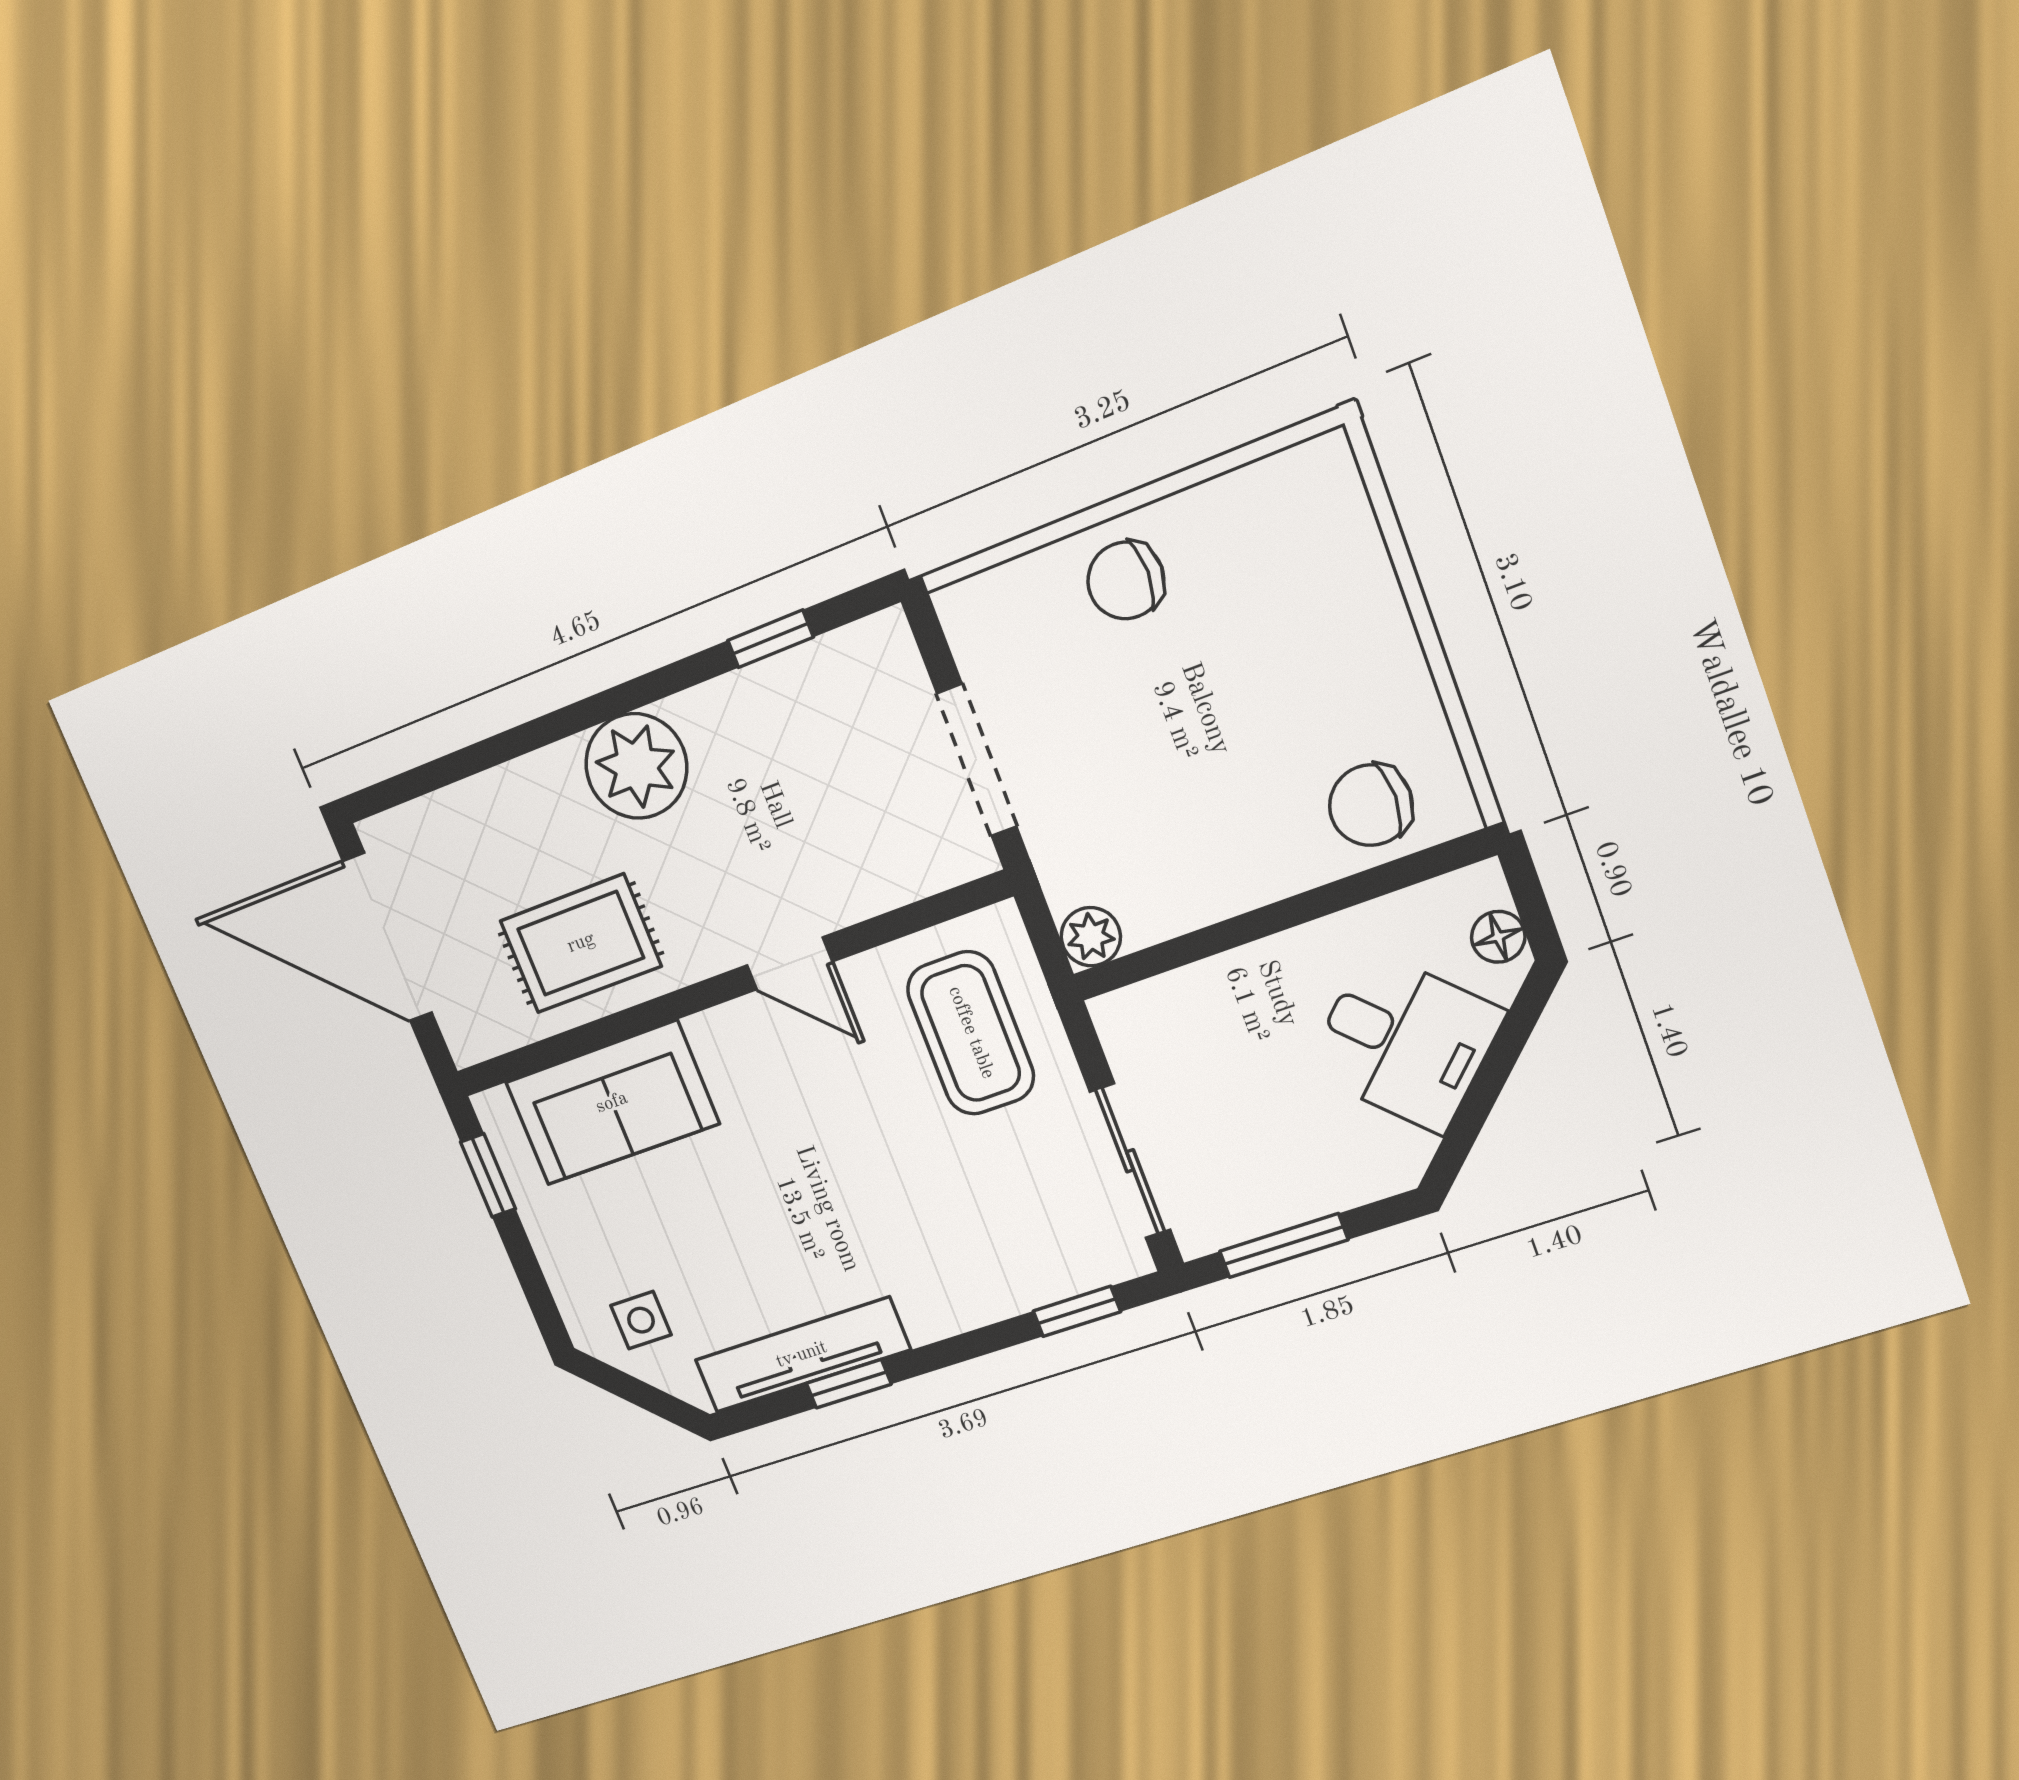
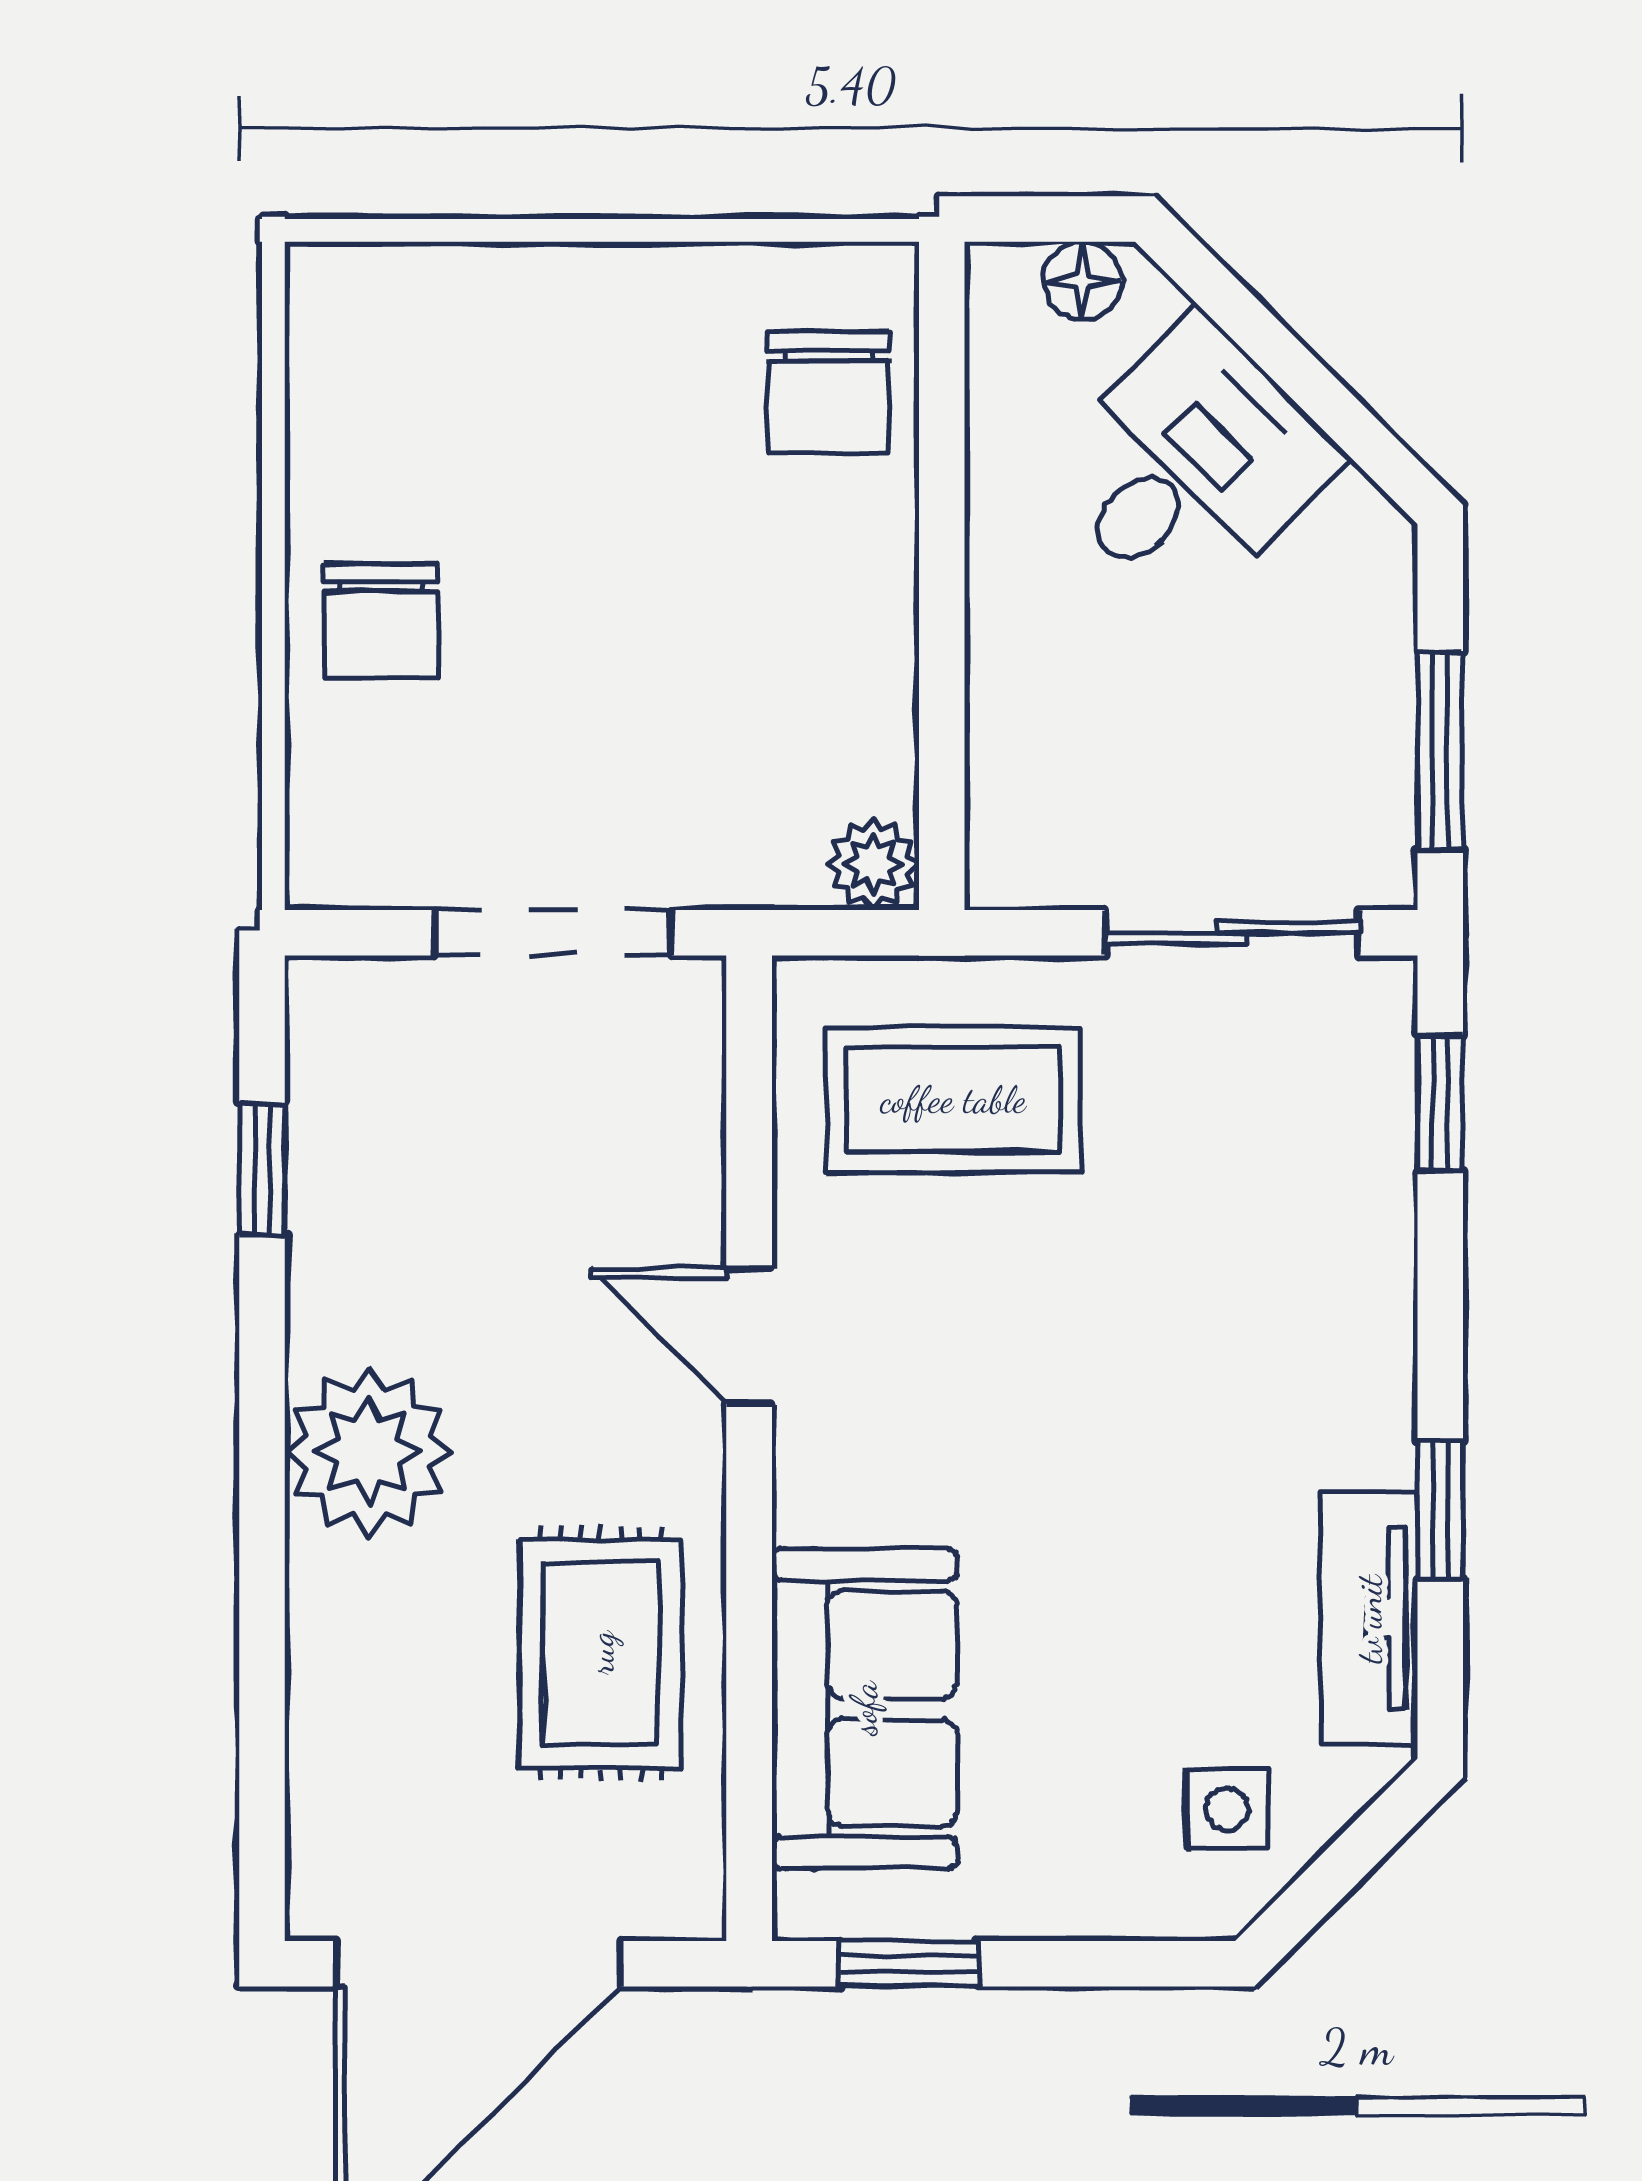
door: (790, 963) -> (749, 1336), swing flipped
tv unit: (802, 1355) -> (1369, 1619), width x0.71

